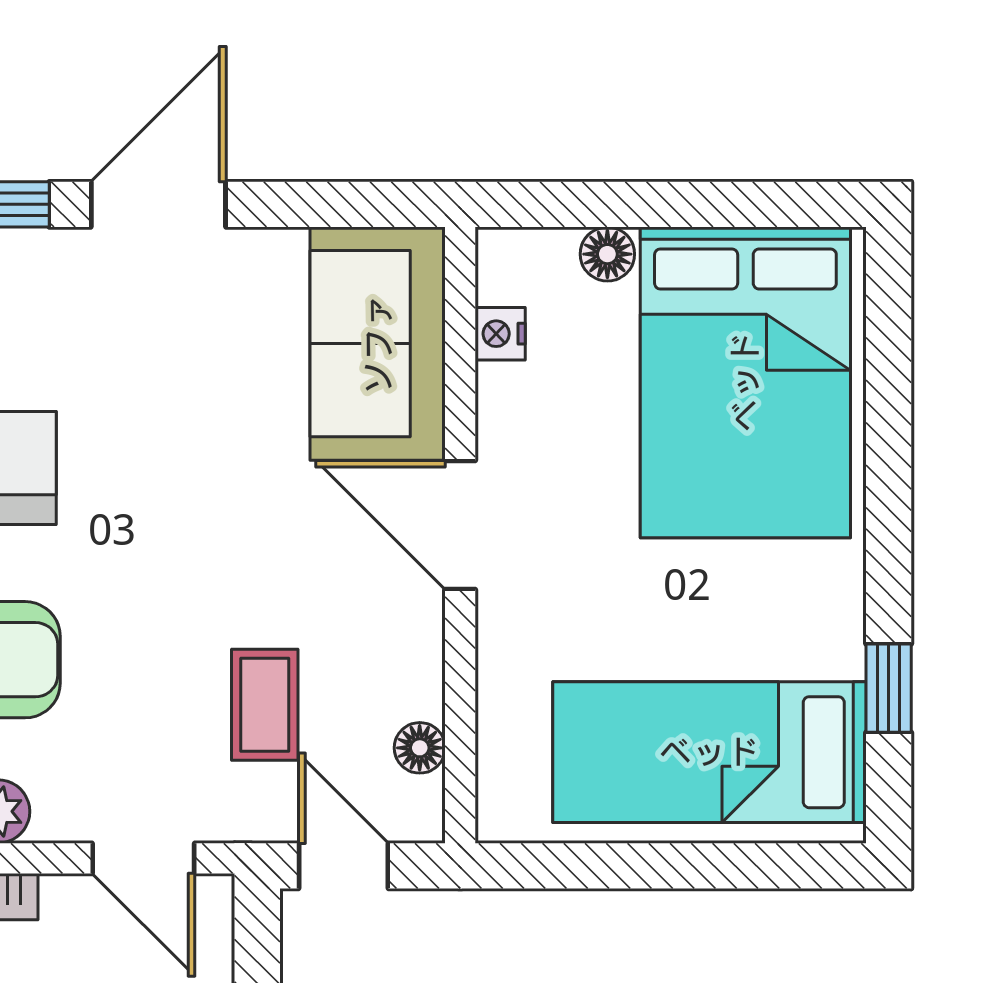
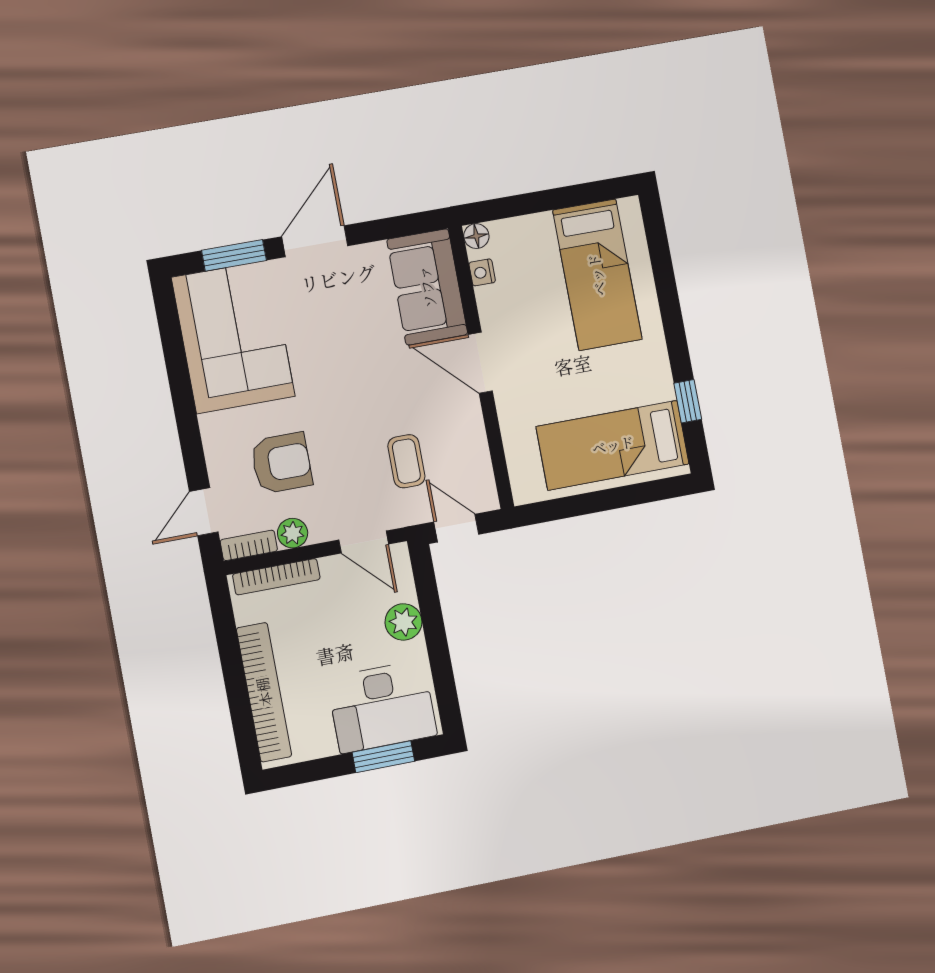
floor lamp: (607, 254) -> (476, 236), moved
bed: (745, 382) -> (597, 275), width x0.67
floor lamp: (420, 748) -> (481, 468), removed

